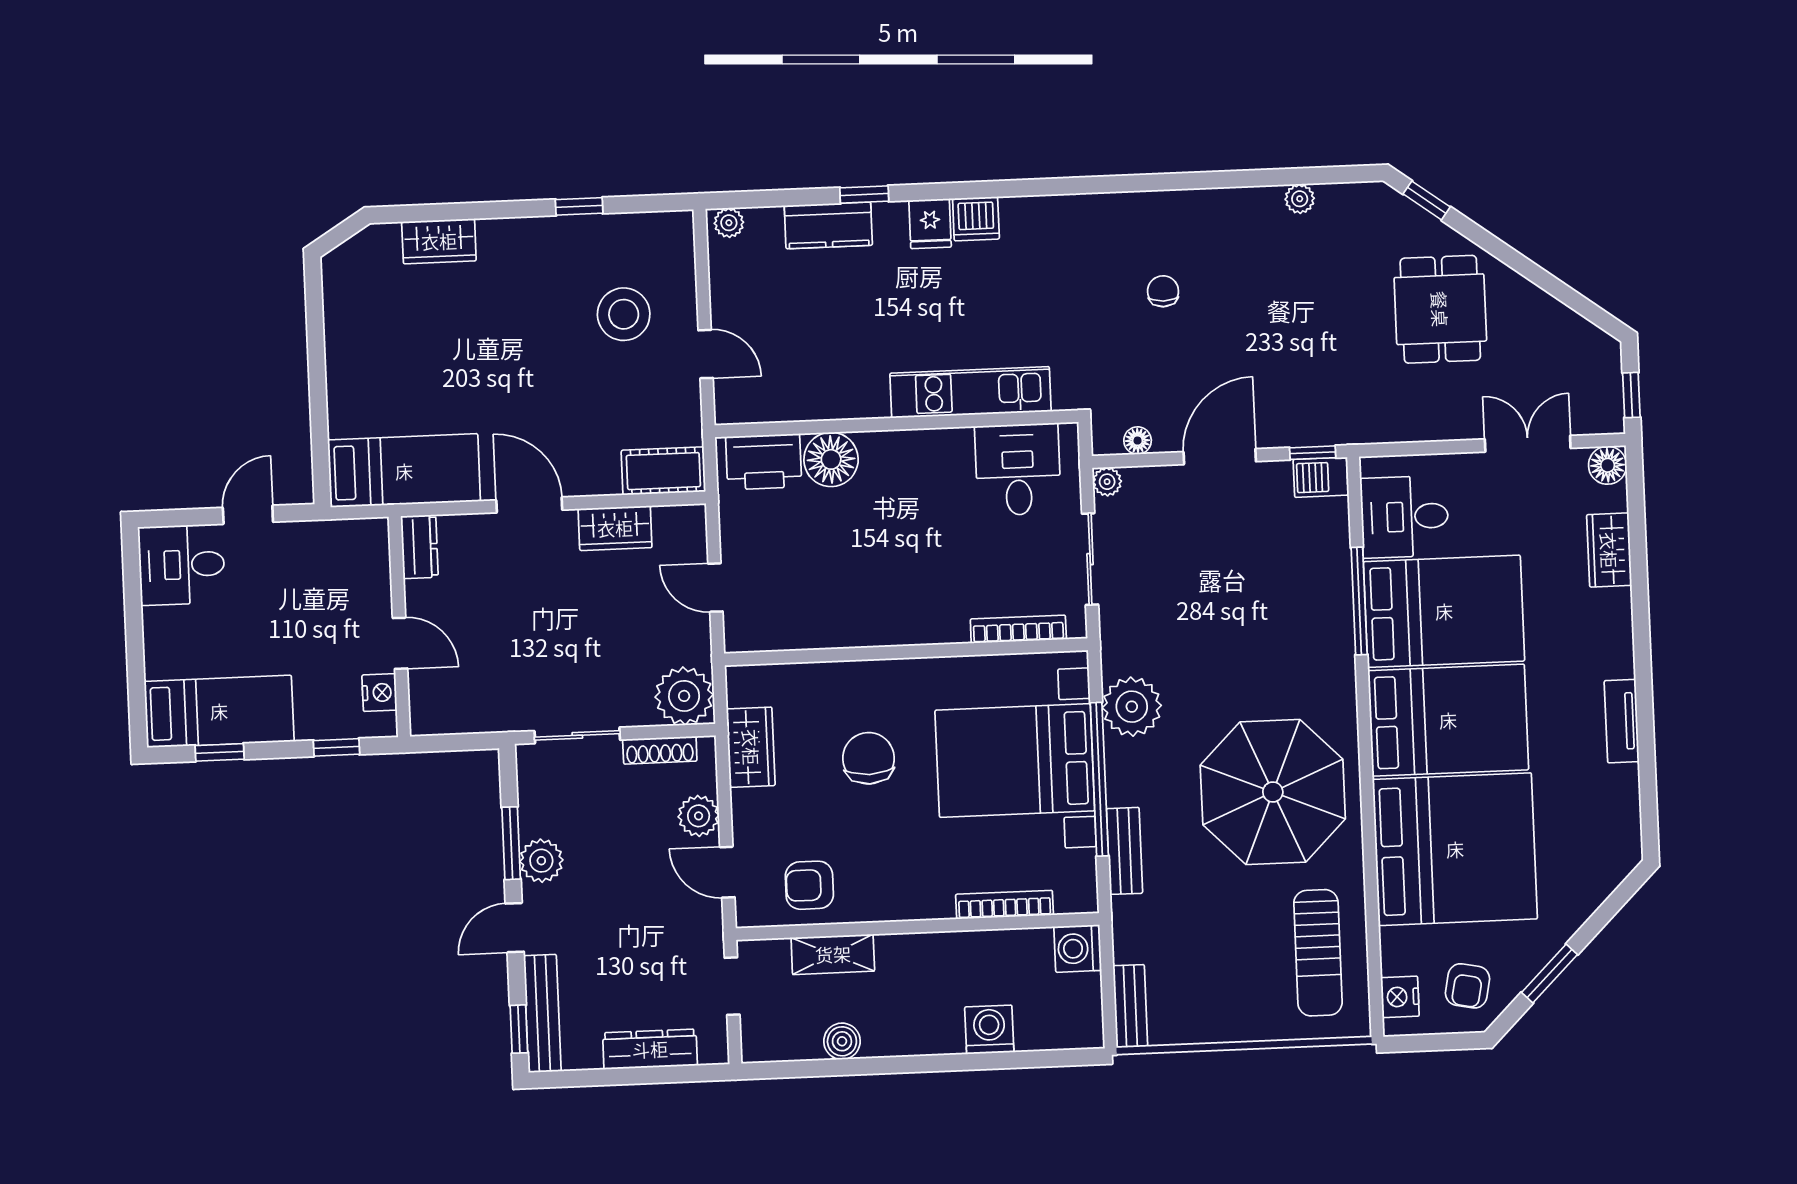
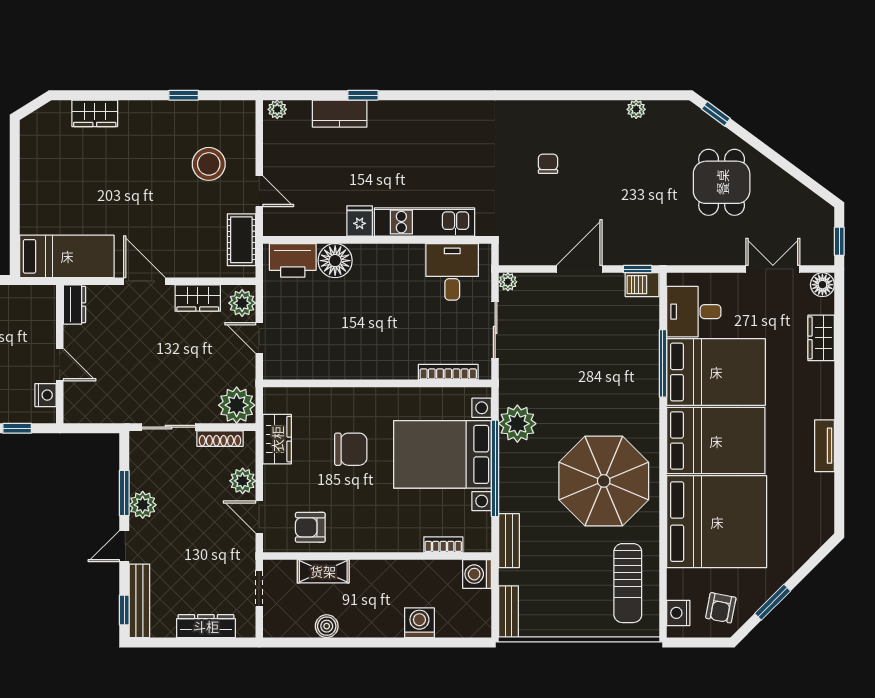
dishwasher: (976, 219) -> (432, 113), removed
fridge: (930, 224) -> (360, 221), moved, turned 180
floor lamp: (1138, 441) -> (528, 257), removed
cot: (663, 471) -> (241, 240), moved, turned 90
plant: (686, 533) -> (242, 303), added
chair: (869, 758) -> (351, 449), turned 91
bench: (1125, 851) -> (509, 541), moved
bookcase: (1005, 905) -> (443, 545), width x0.64

